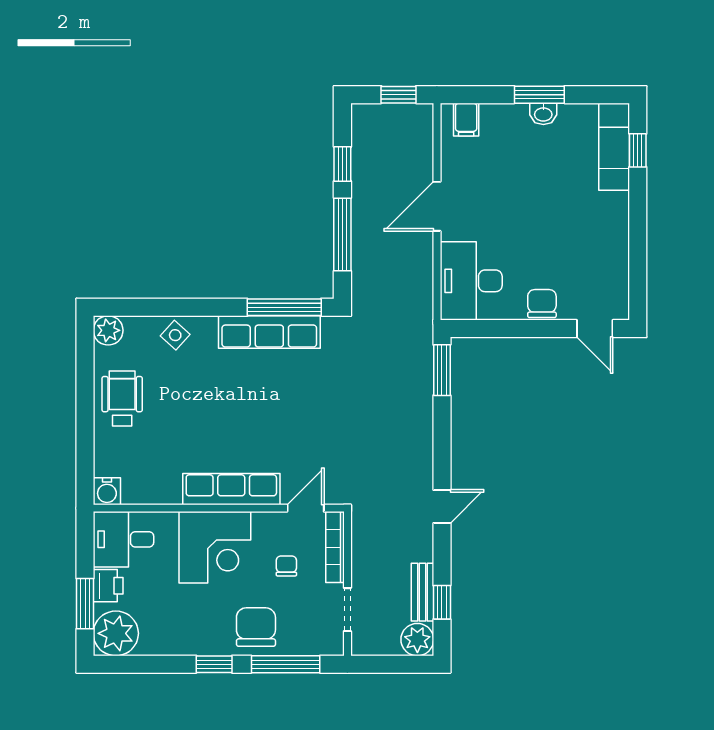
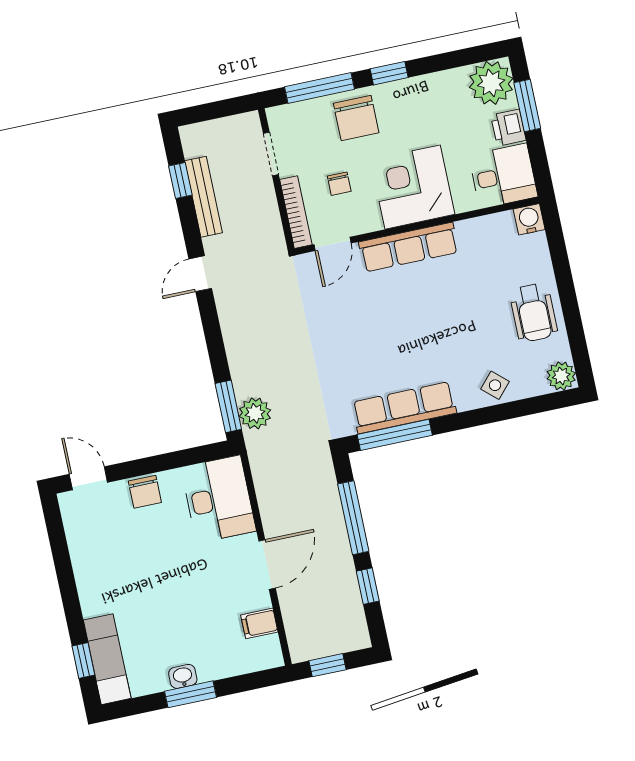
filing cabinet: (466, 120) -> (259, 623), moved, turned -90
bench: (423, 592) -> (204, 197), width x1.36
plant: (417, 640) -> (255, 413), moved

